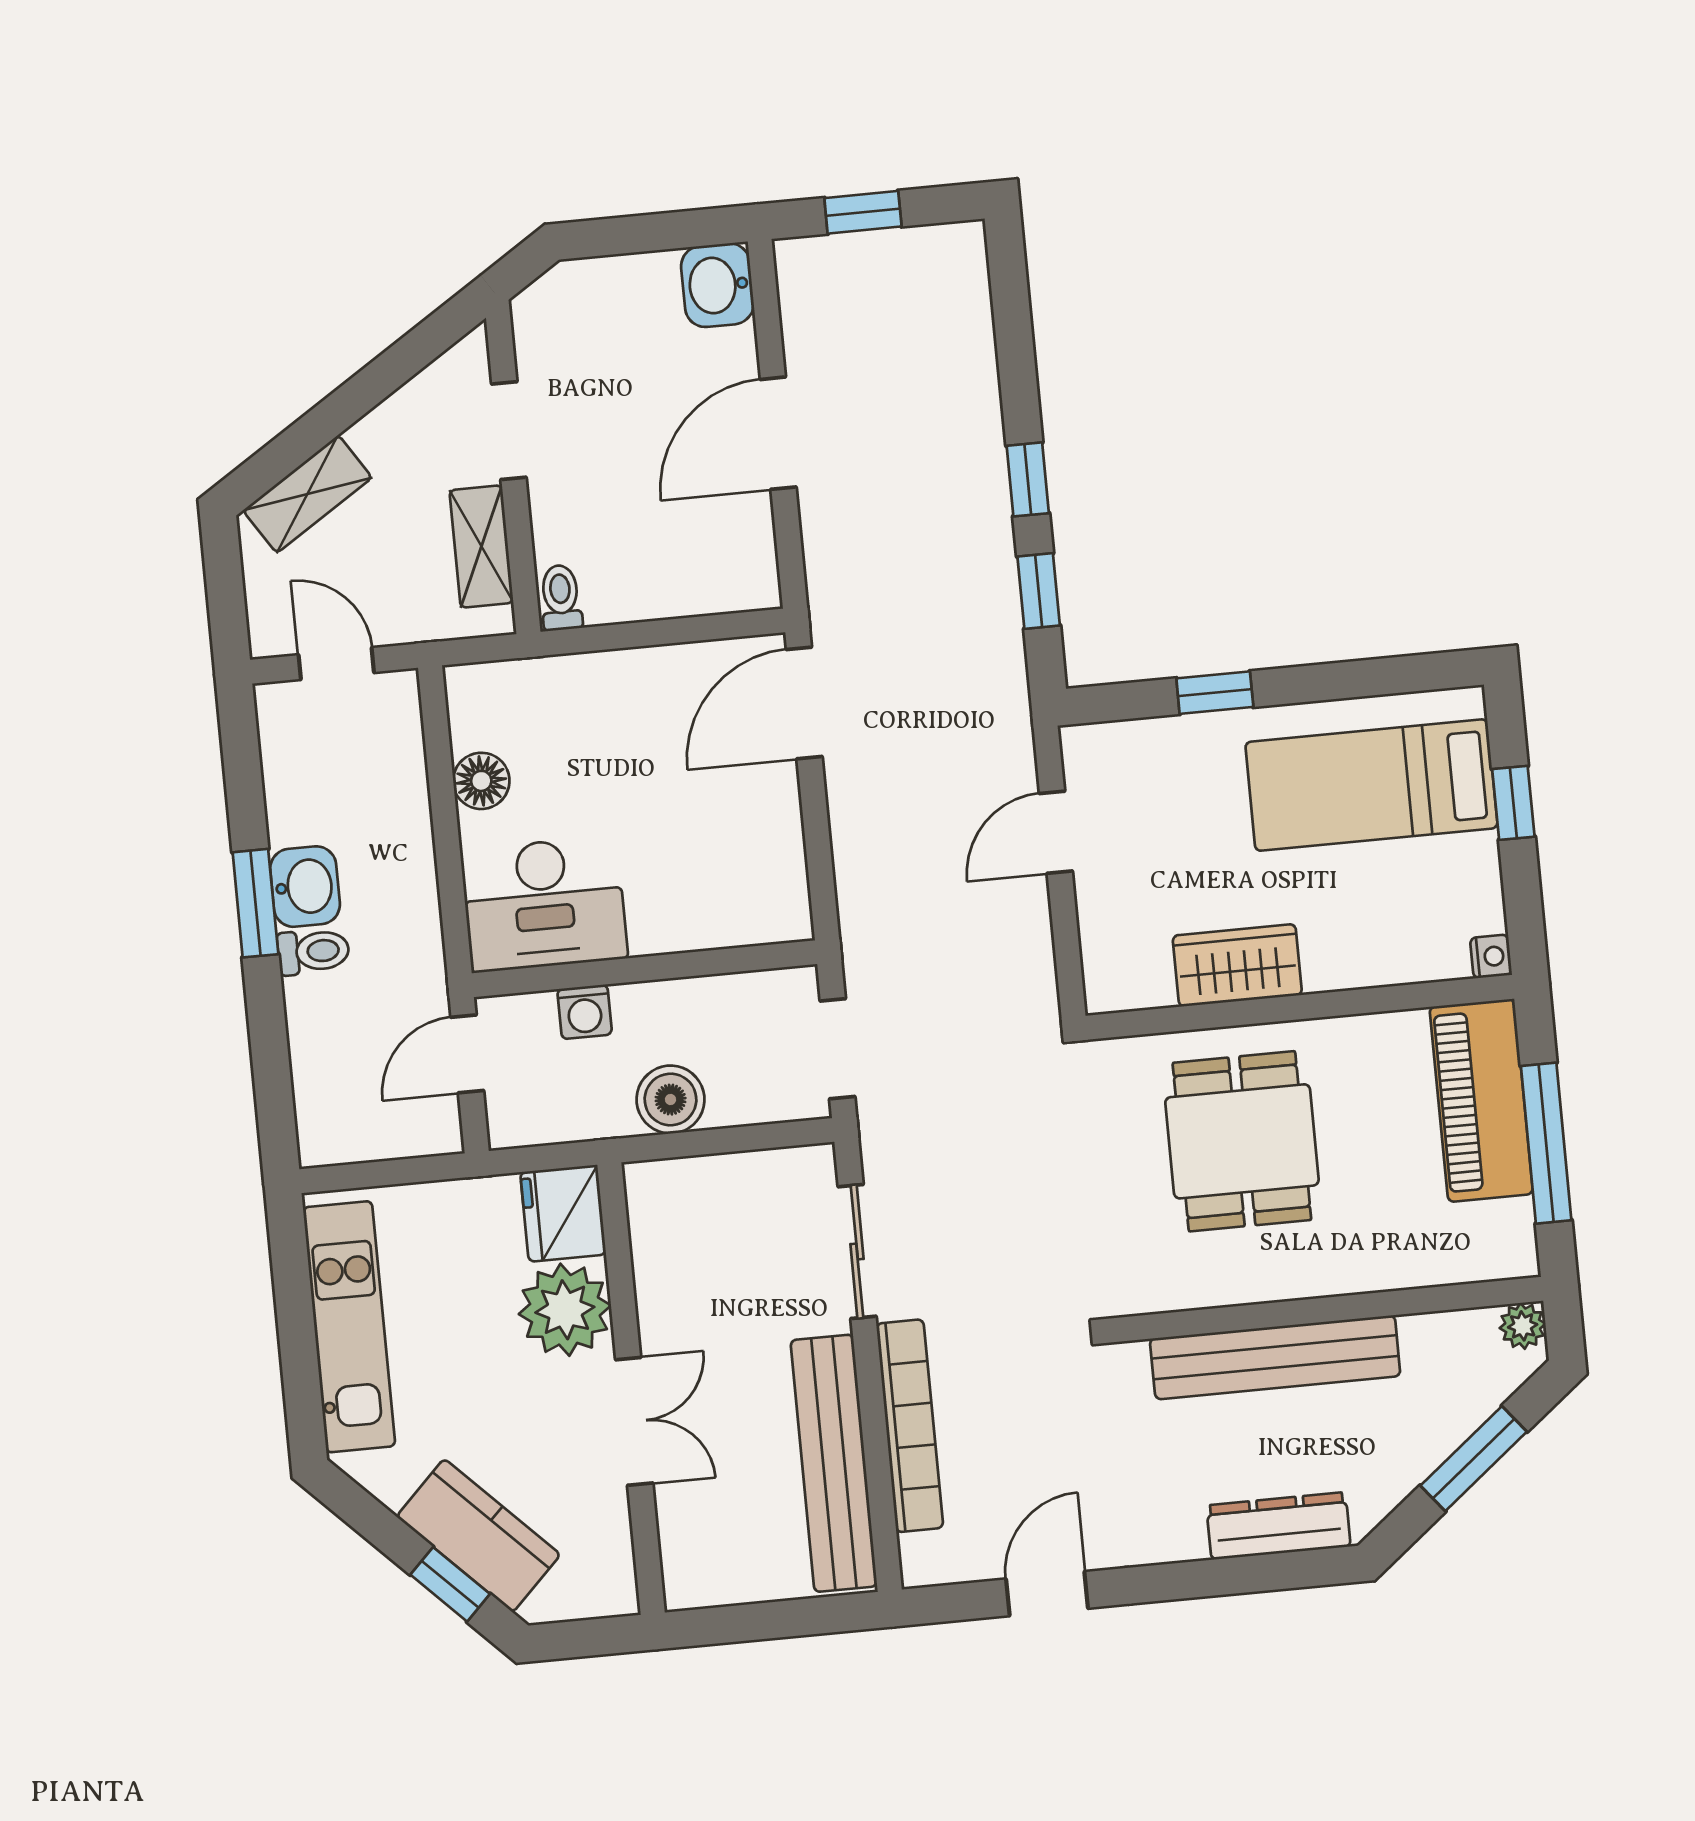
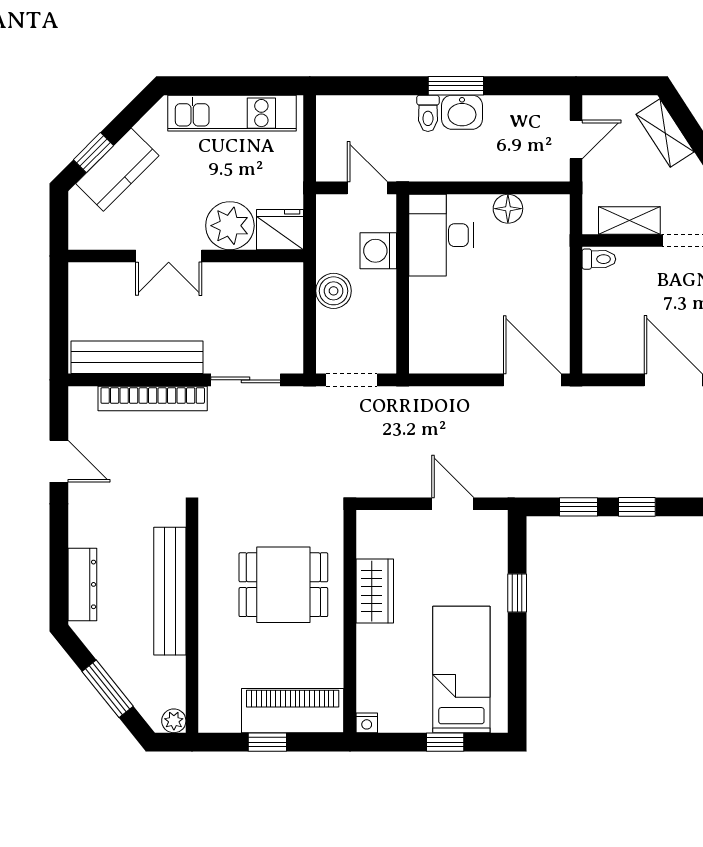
washing machine: (585, 1012) -> (378, 251), width x1.38, depth x1.38
window: (1546, 1143) -> (267, 742), width x0.46

